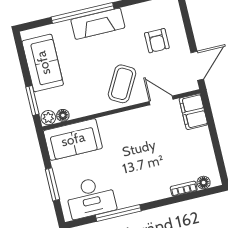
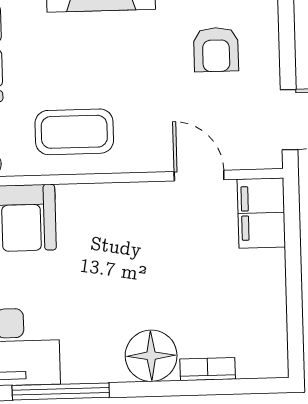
coffee table: (122, 84) -> (74, 132), moved, turned 61
floor lamp: (204, 183) -> (151, 356), moved, width x1.89, depth x1.89

